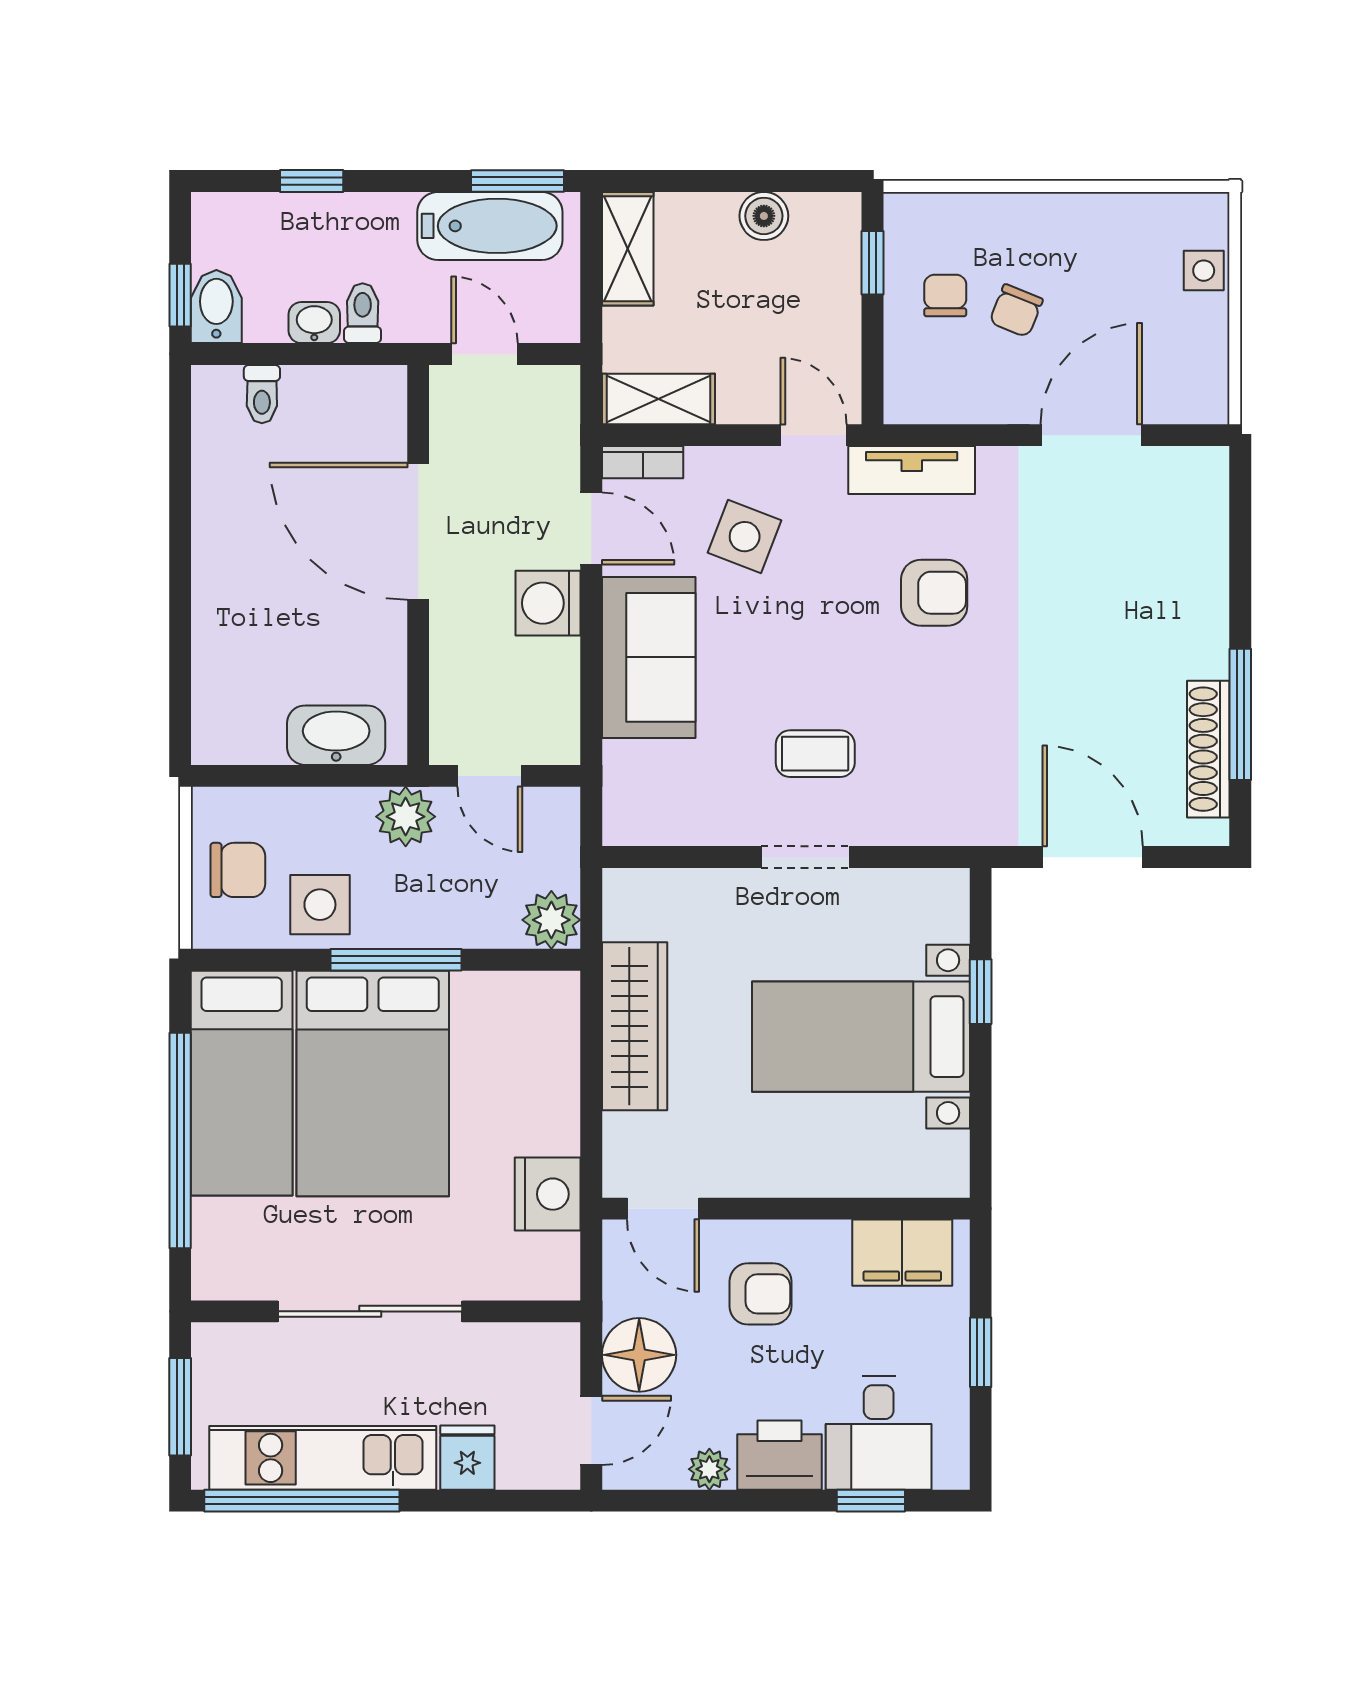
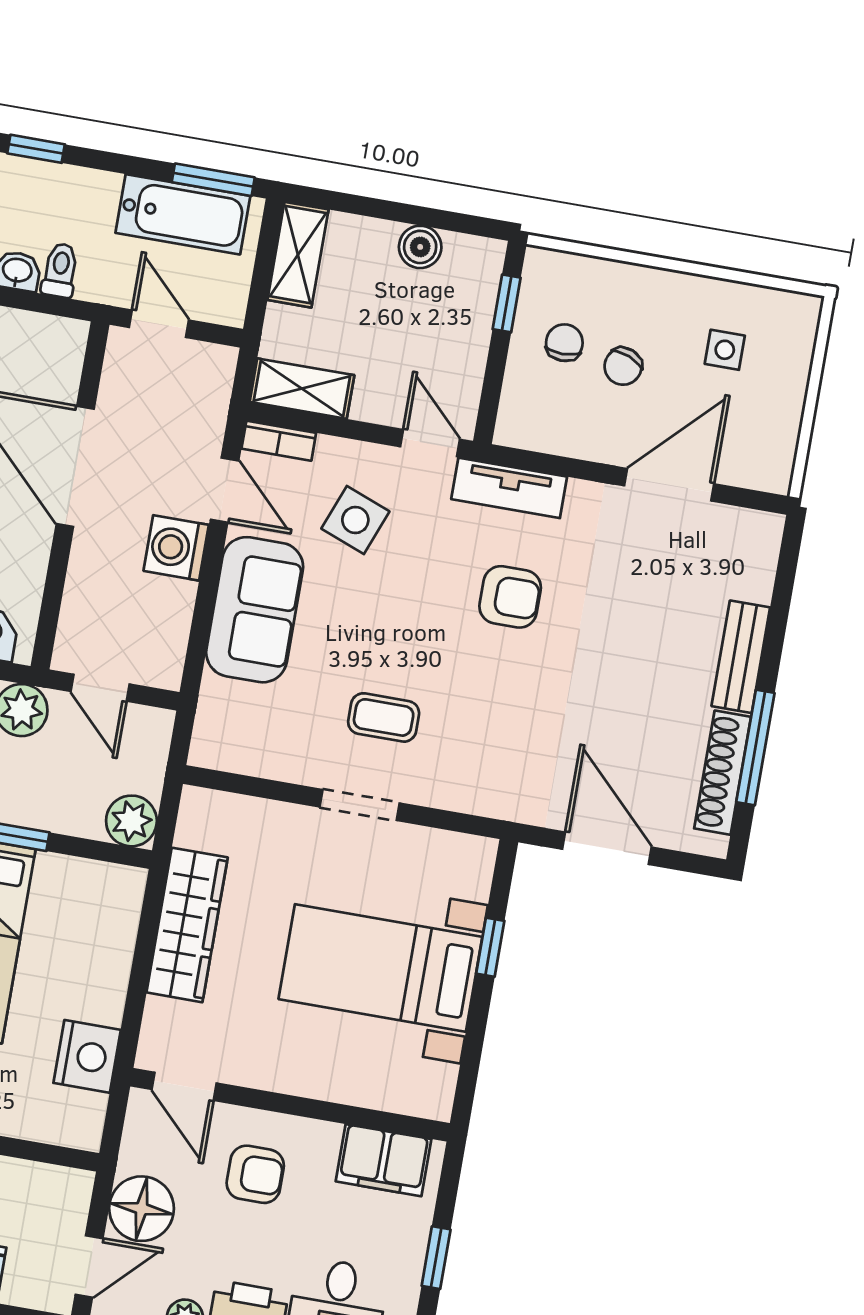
side table: (1204, 271) -> (725, 350), moved
bench: (1206, 615) -> (741, 657), added

